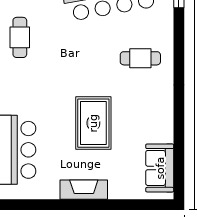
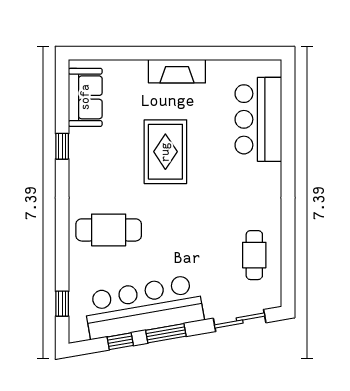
cafe table: (140, 58) -> (109, 230), width x1.37, depth x1.35
window: (179, 128) -> (62, 146), added

